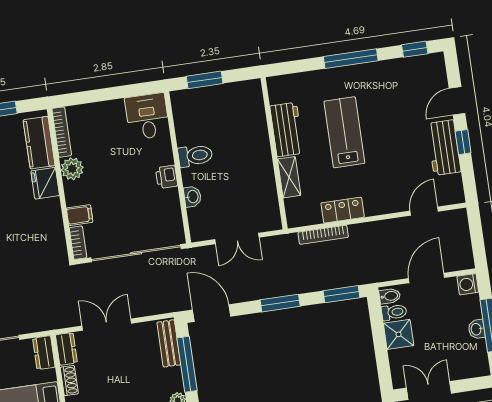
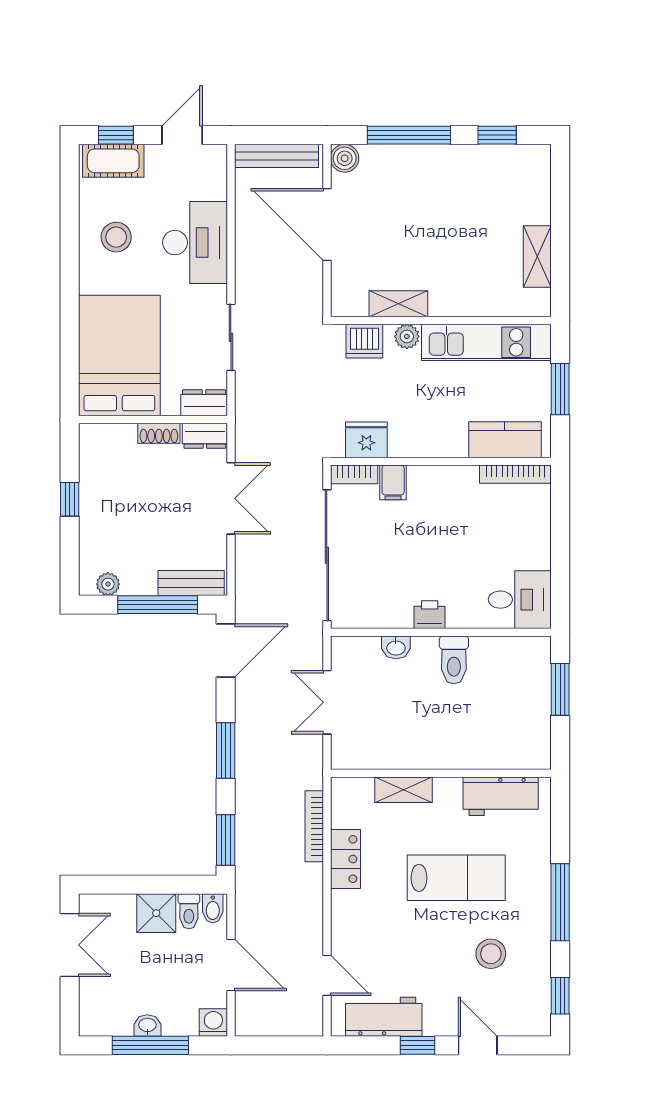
stool: (393, 101) -> (491, 954), added
workbench: (287, 130) -> (501, 796), moved
workbench: (444, 148) -> (384, 1017), moved
plant: (72, 169) -> (461, 481), removed
fridge: (45, 183) -> (366, 440), moved

